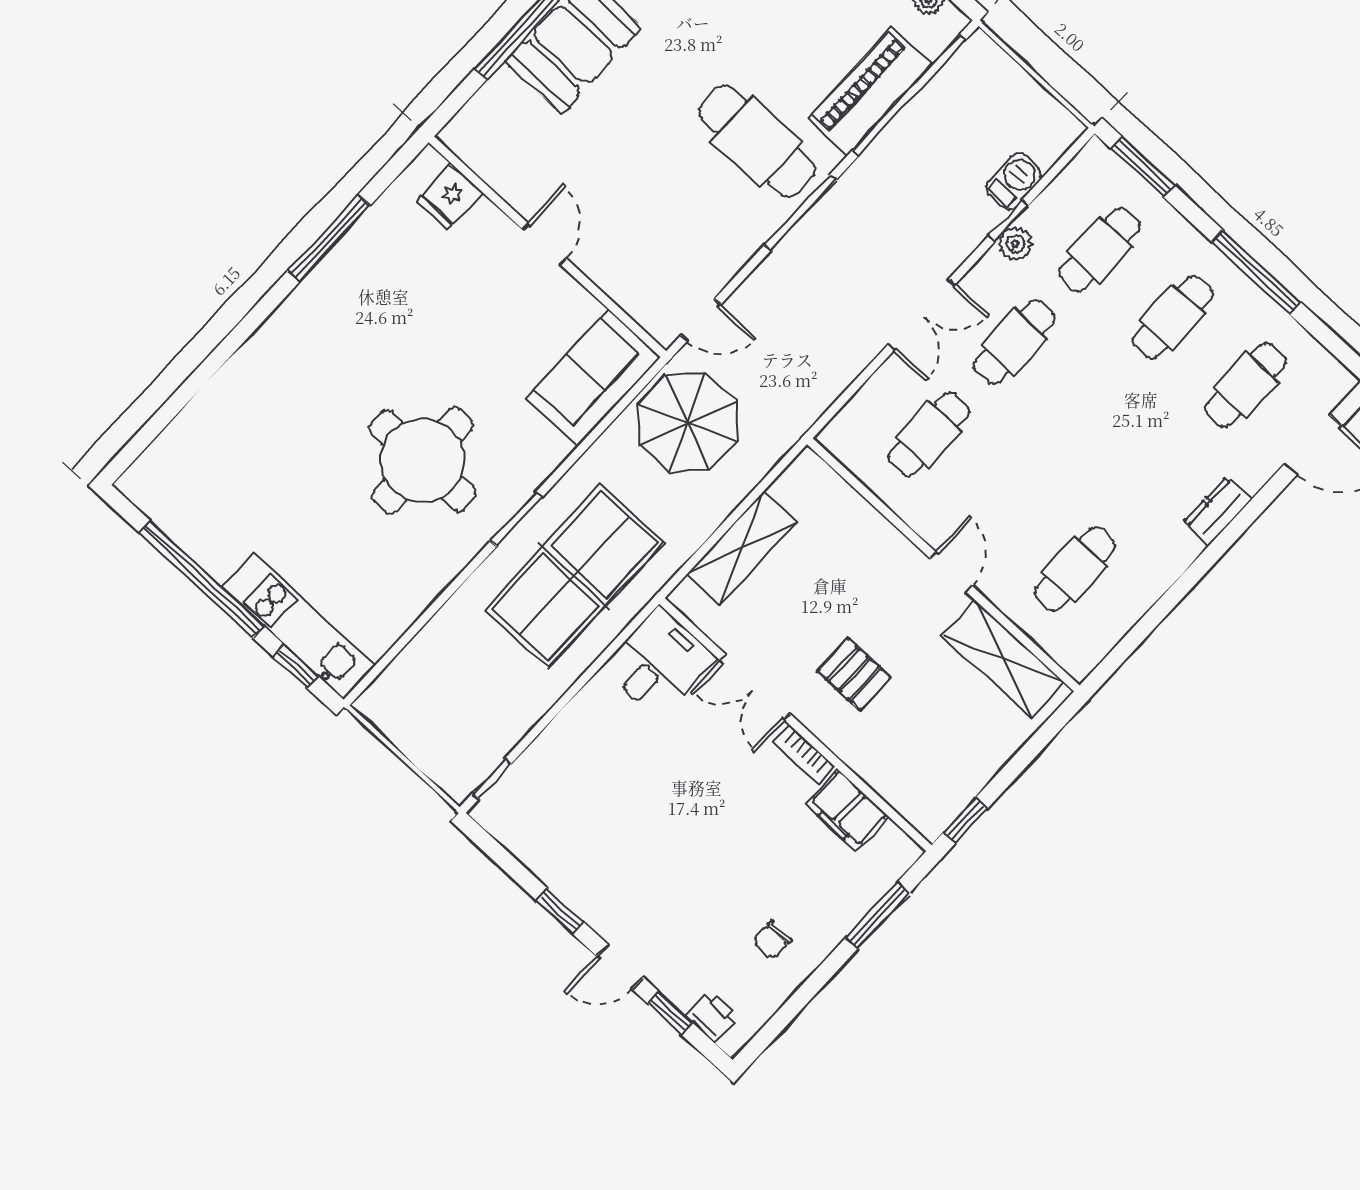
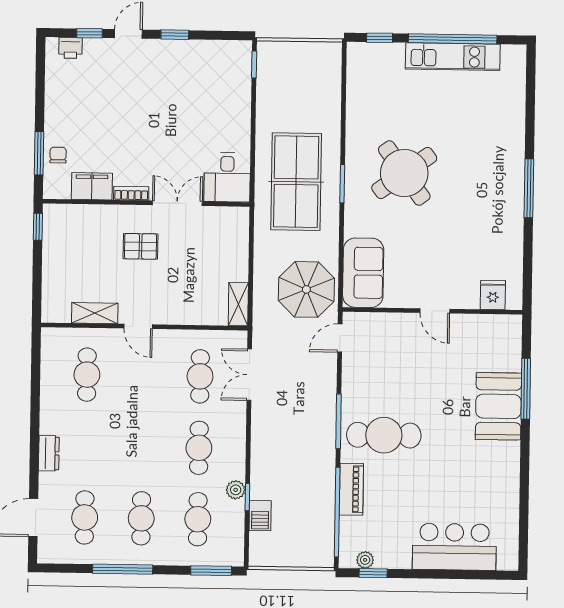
piano: (870, 92) -> (351, 489), width x0.73, depth x0.75
window: (329, 238) -> (529, 188), moved
double door: (921, 315) -> (249, 375), moved
round table: (422, 460) -> (404, 173), turned -36
shelving: (742, 548) -> (238, 304), moved, width x0.67, depth x0.75
kitchen unit: (299, 626) -> (453, 57), moved
shelving: (1003, 659) -> (95, 313), width x0.67, depth x0.75
chair: (772, 940) -> (58, 155), moved

